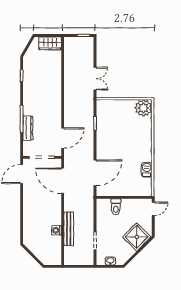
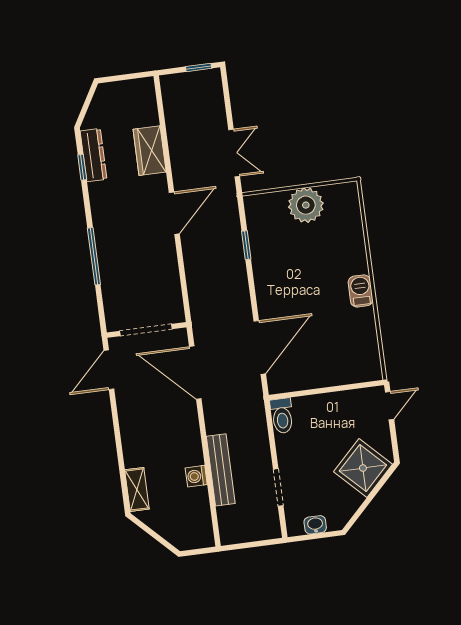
wardrobe: (50, 43) -> (150, 151), moved, turned 90
plant: (143, 108) -> (306, 205), moved
dresser: (28, 128) -> (93, 155), moved
door: (63, 138) -> (174, 213), moved
barbecue: (147, 170) -> (360, 291), moved
toilet: (116, 207) -> (282, 416), moved
shelving: (28, 233) -> (137, 489), added

